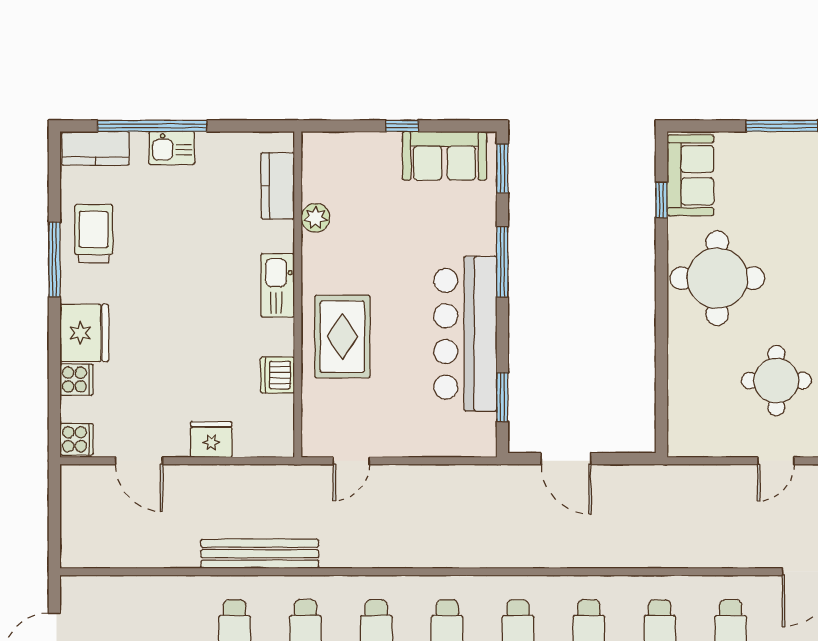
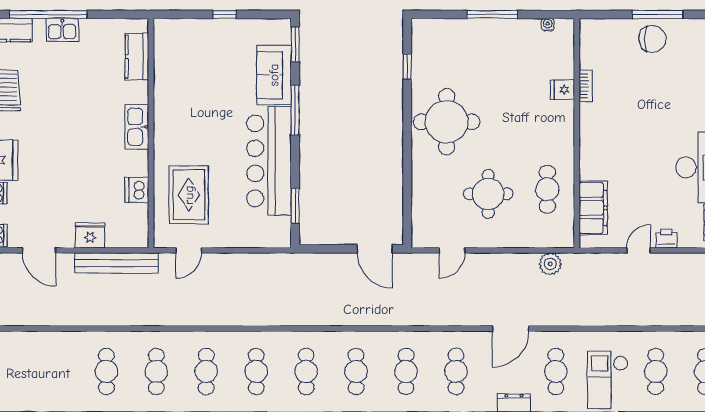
sofa: (445, 156) -> (274, 75), moved, turned 90
sofa: (690, 175) -> (428, 49), removed
plant: (315, 218) -> (163, 79), removed
rug: (342, 337) -> (189, 195), moved
door: (566, 459) -> (375, 249), moved
door: (776, 461) -> (452, 250), moved
bench: (260, 554) -> (116, 263), moved

